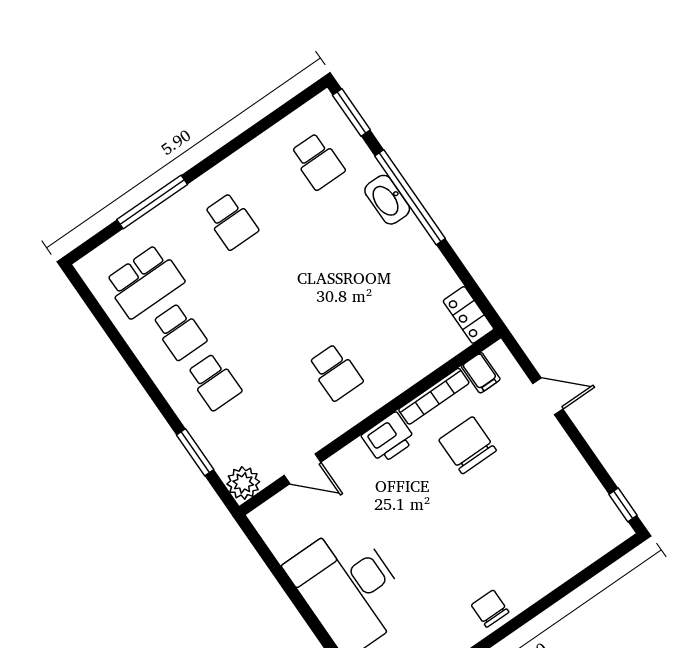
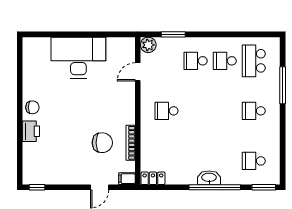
washbasin: (387, 200) -> (209, 178), moved
filing cabinet: (481, 373) -> (127, 179), moved
printer: (389, 438) -> (31, 131), moved, turned 180

